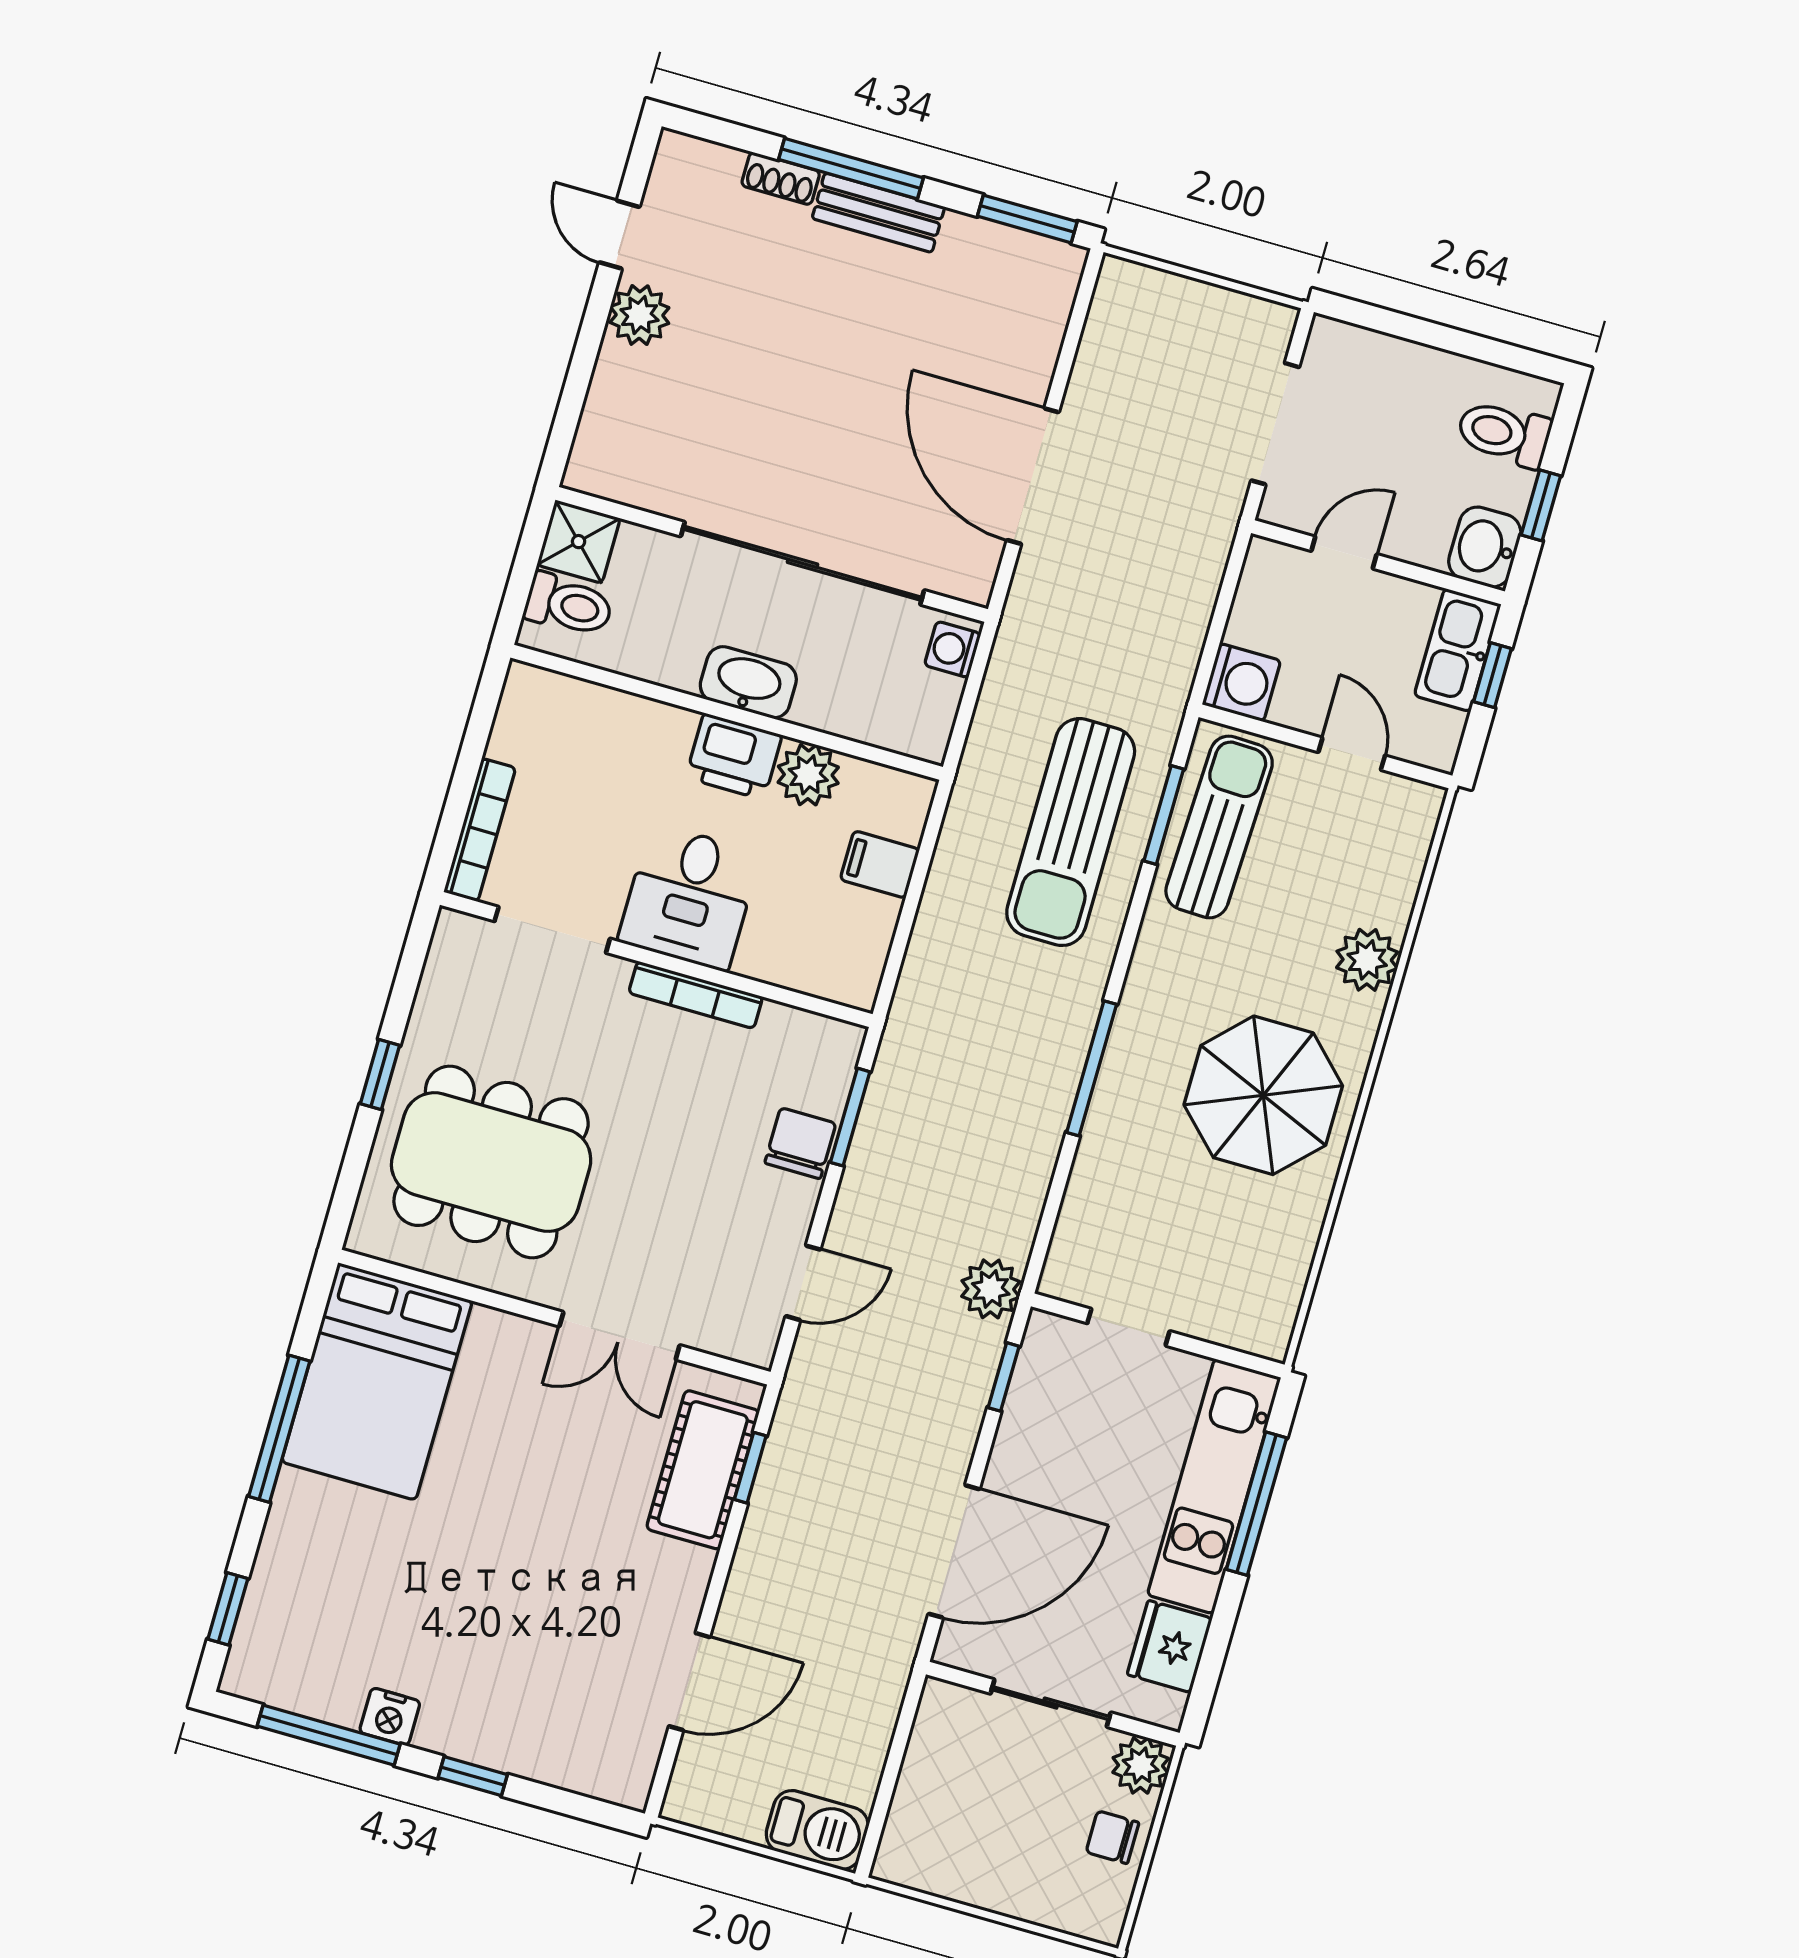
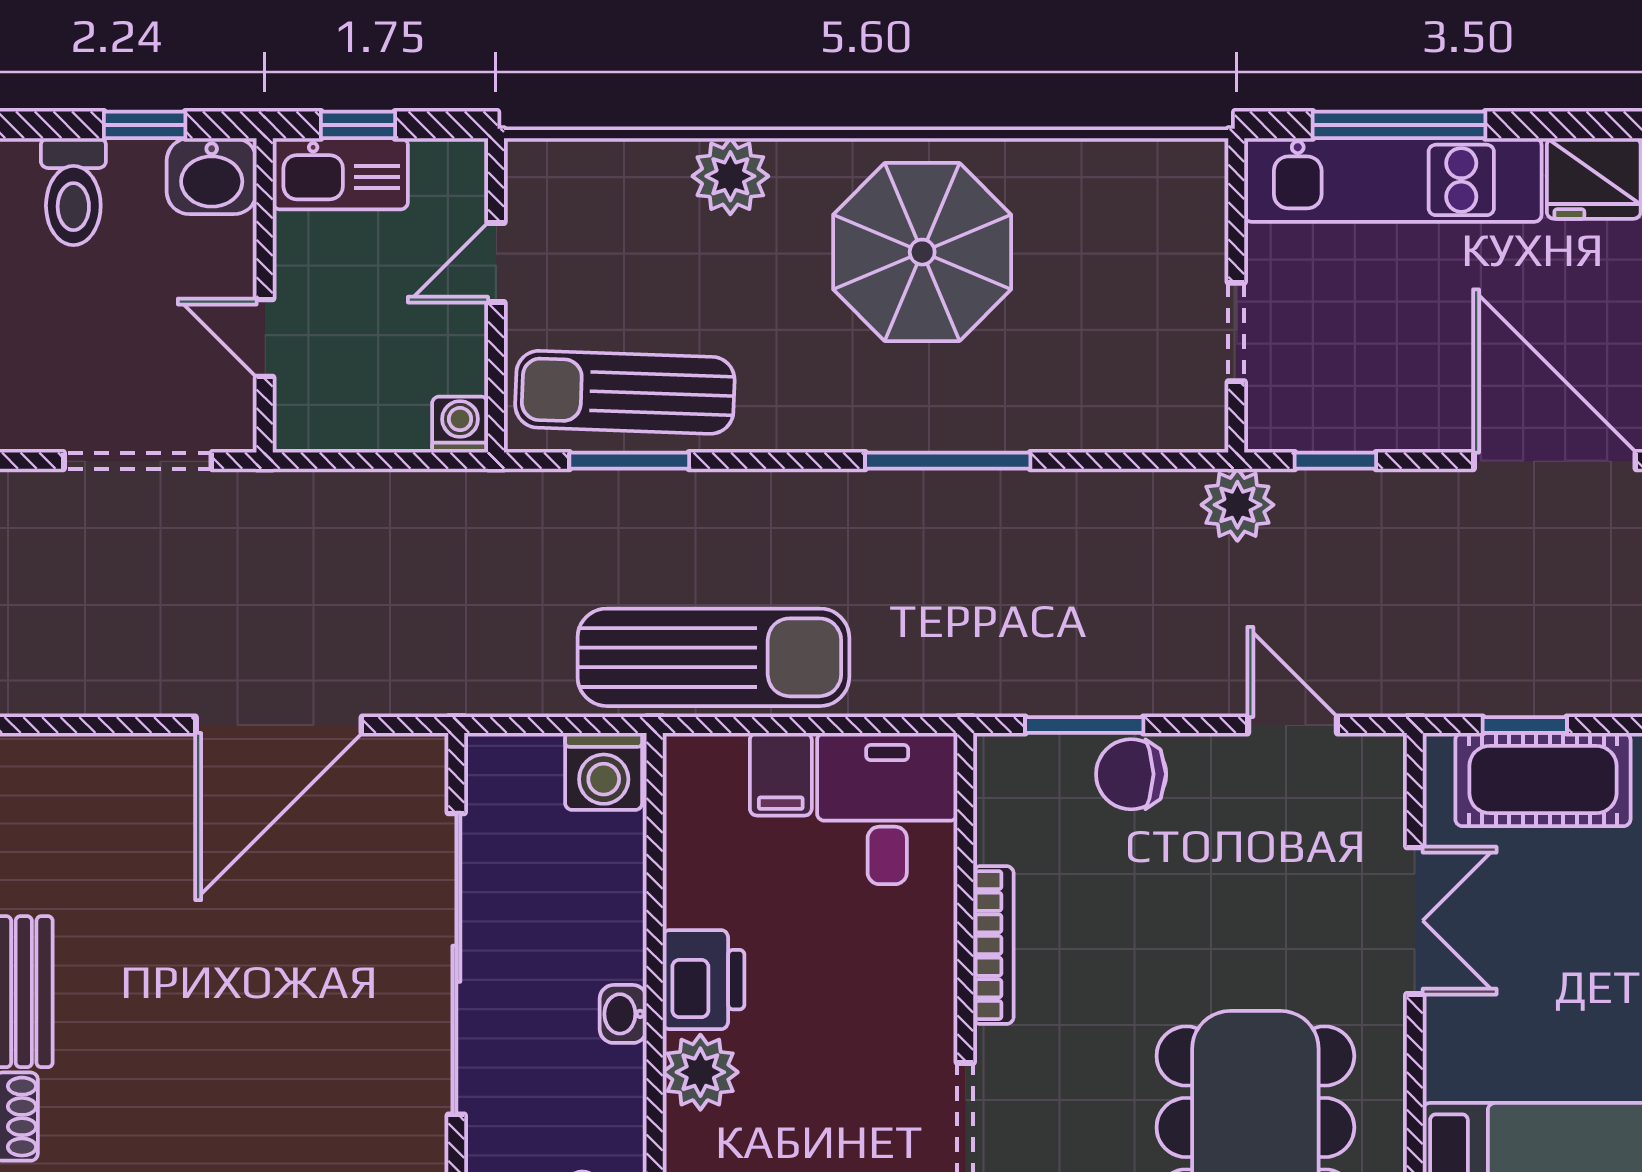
washing machine: (953, 649) -> (604, 771), moved, width x1.38, depth x1.38
washbasin: (748, 682) -> (623, 1014), width x0.52, depth x0.69
washing machine: (1242, 682) -> (460, 425), width x0.73, depth x0.73
plant: (808, 775) -> (700, 1072), moved
sun lounger: (1071, 832) -> (713, 657), moved
desk: (689, 897) -> (887, 809), moved, turned -90

